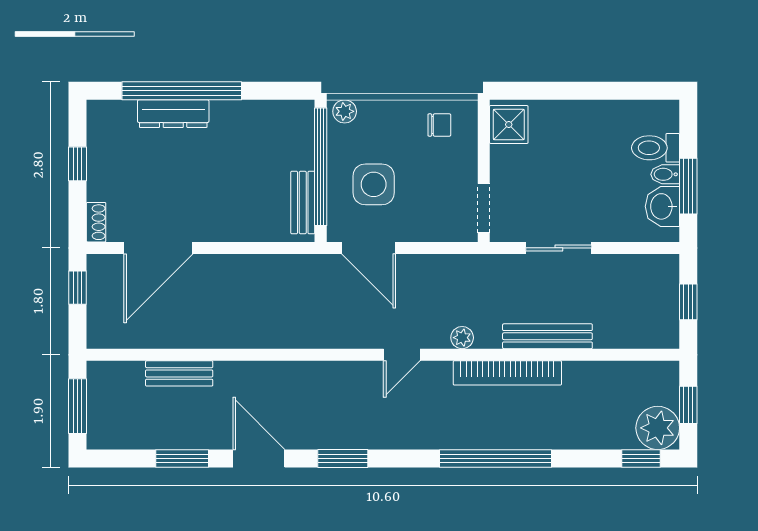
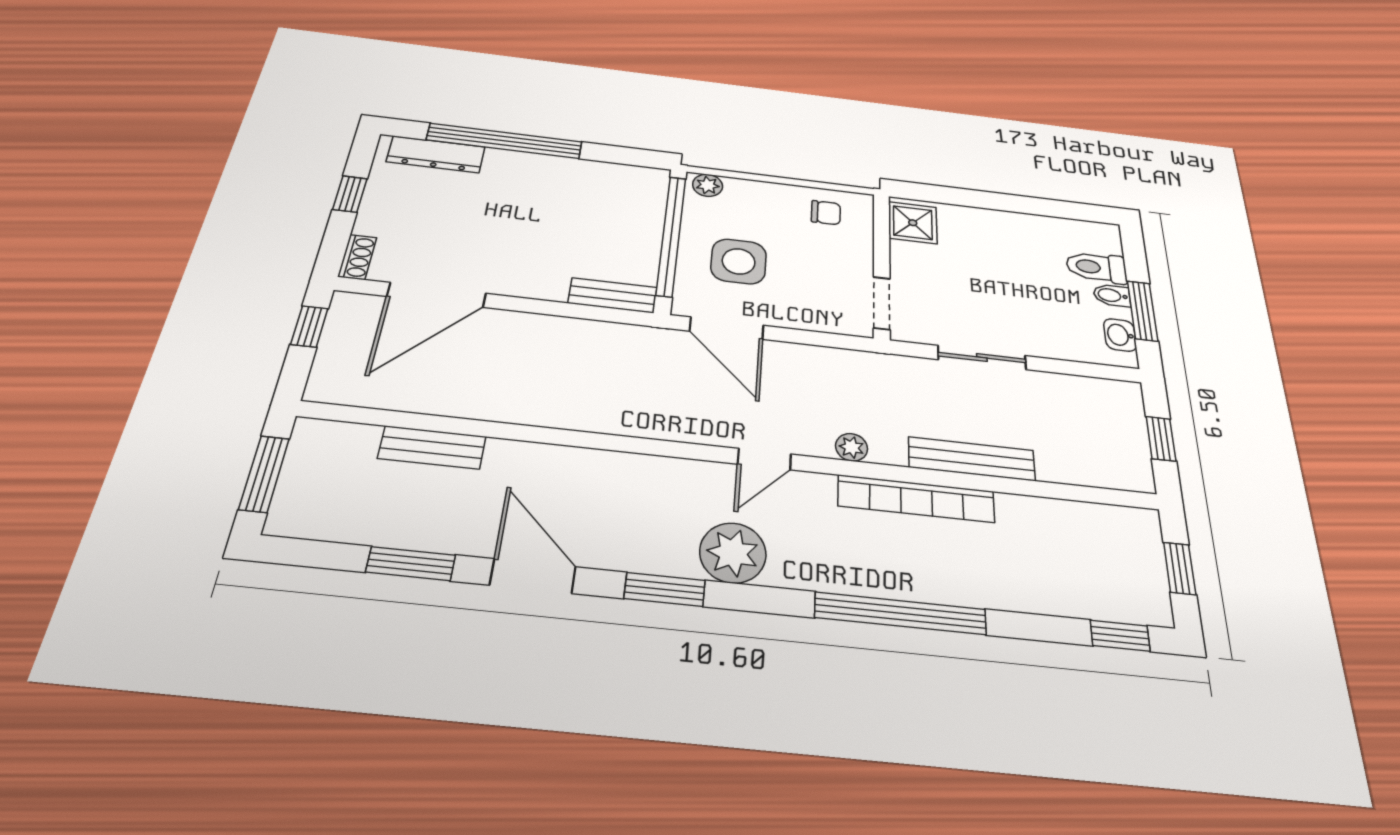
dresser: (173, 114) -> (436, 154), moved
bench: (303, 202) -> (613, 295), moved, turned 90
washbasin: (662, 206) -> (1120, 335), width x0.72, depth x0.69
plant: (658, 428) -> (733, 553), moved

